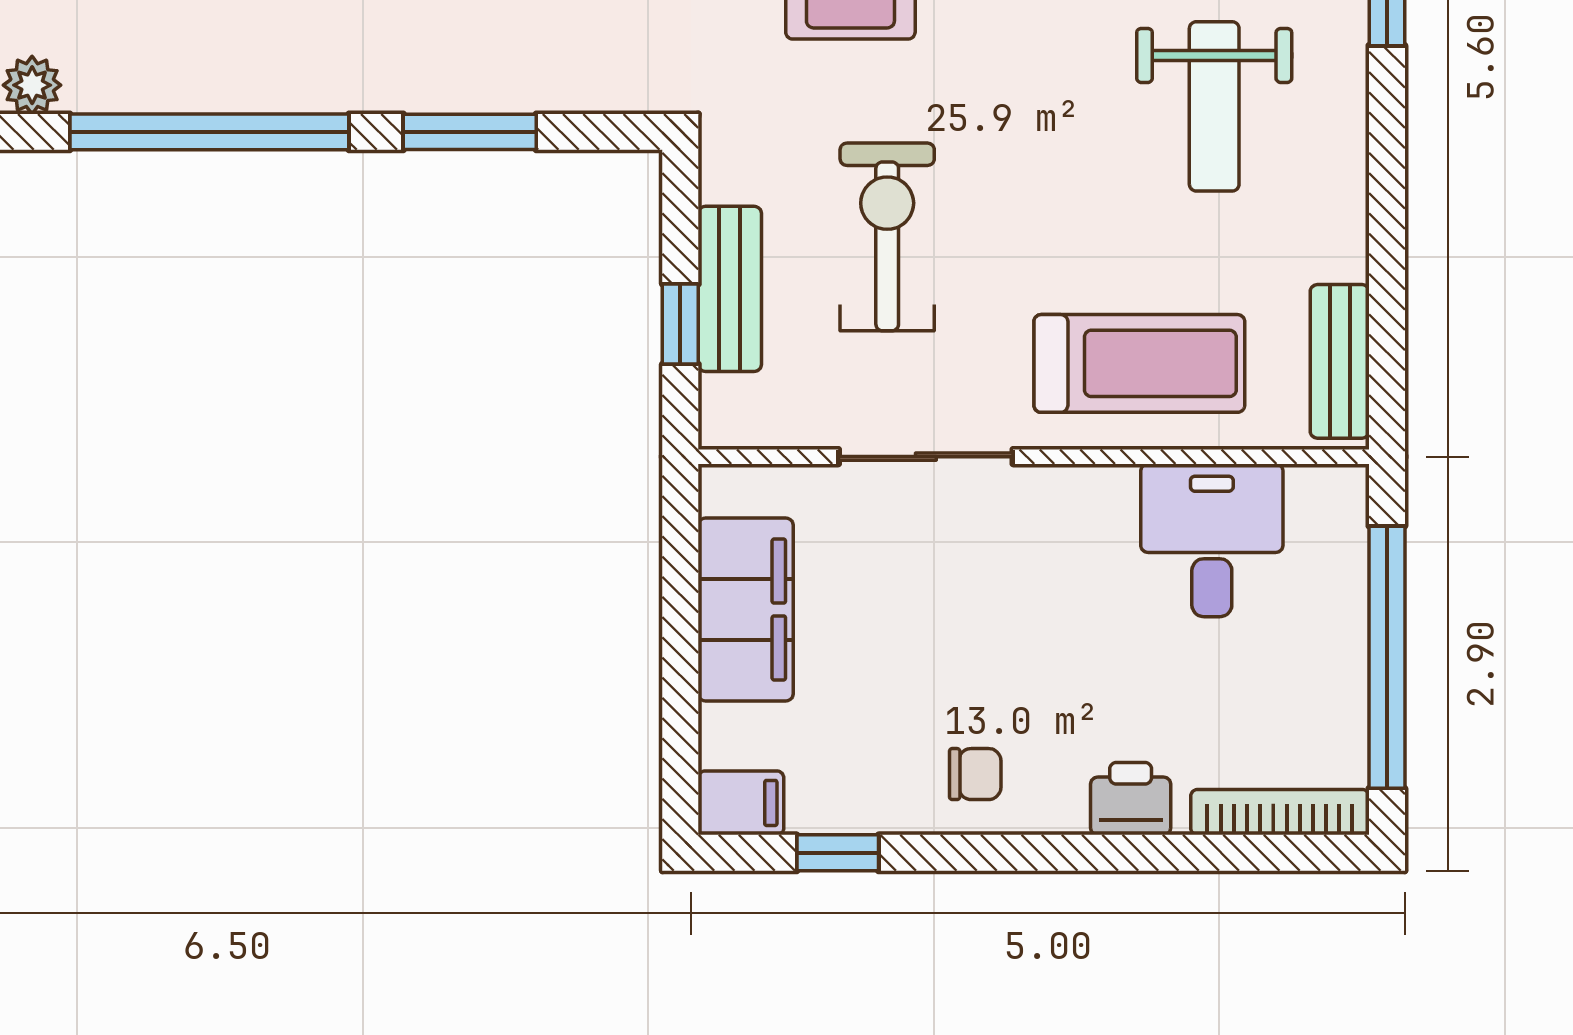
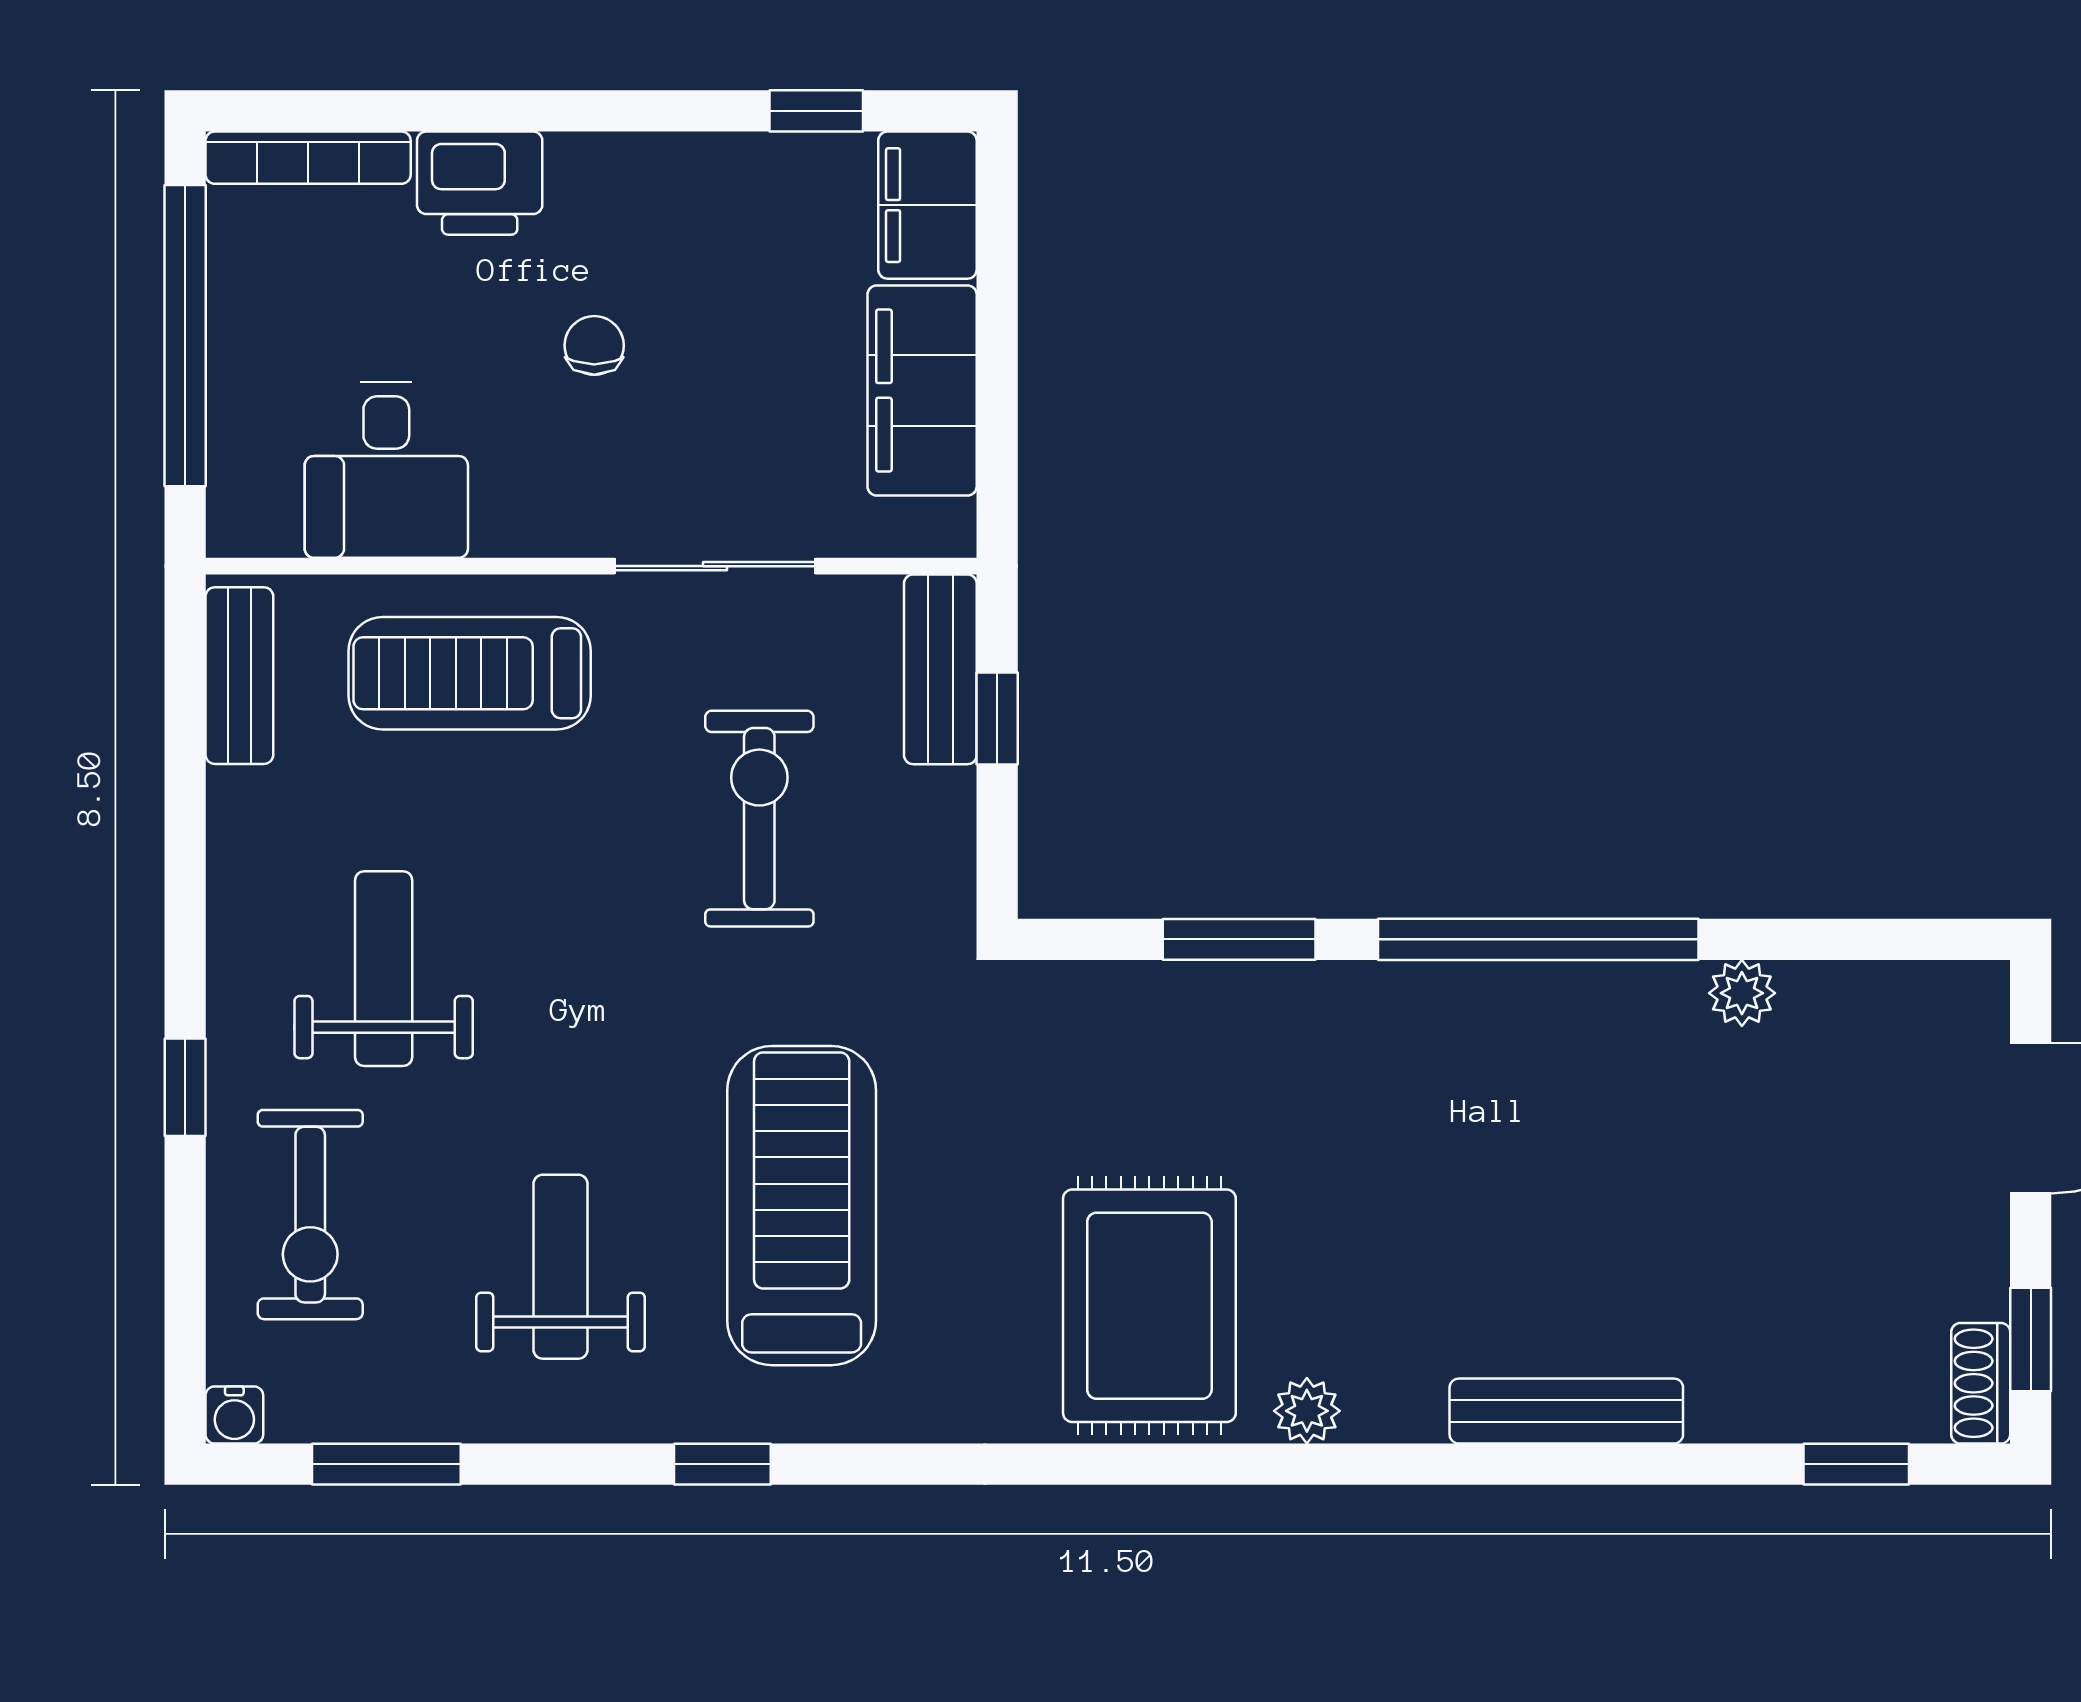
exercise bike: (887, 237) -> (759, 819), turned 180
bench: (730, 289) -> (940, 669), moved
chair: (975, 774) -> (594, 345), moved, turned 90
printer: (1131, 799) -> (480, 183), width x1.36, depth x1.24
filing cabinet: (741, 803) -> (927, 205), width x2.00

